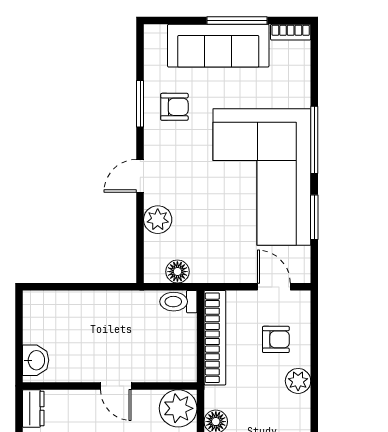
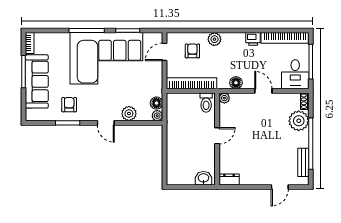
plant: (154, 273) -> (157, 116), added
toilet: (178, 302) -> (206, 103), moved
plant: (178, 408) -> (224, 98), width x0.53, depth x0.53

